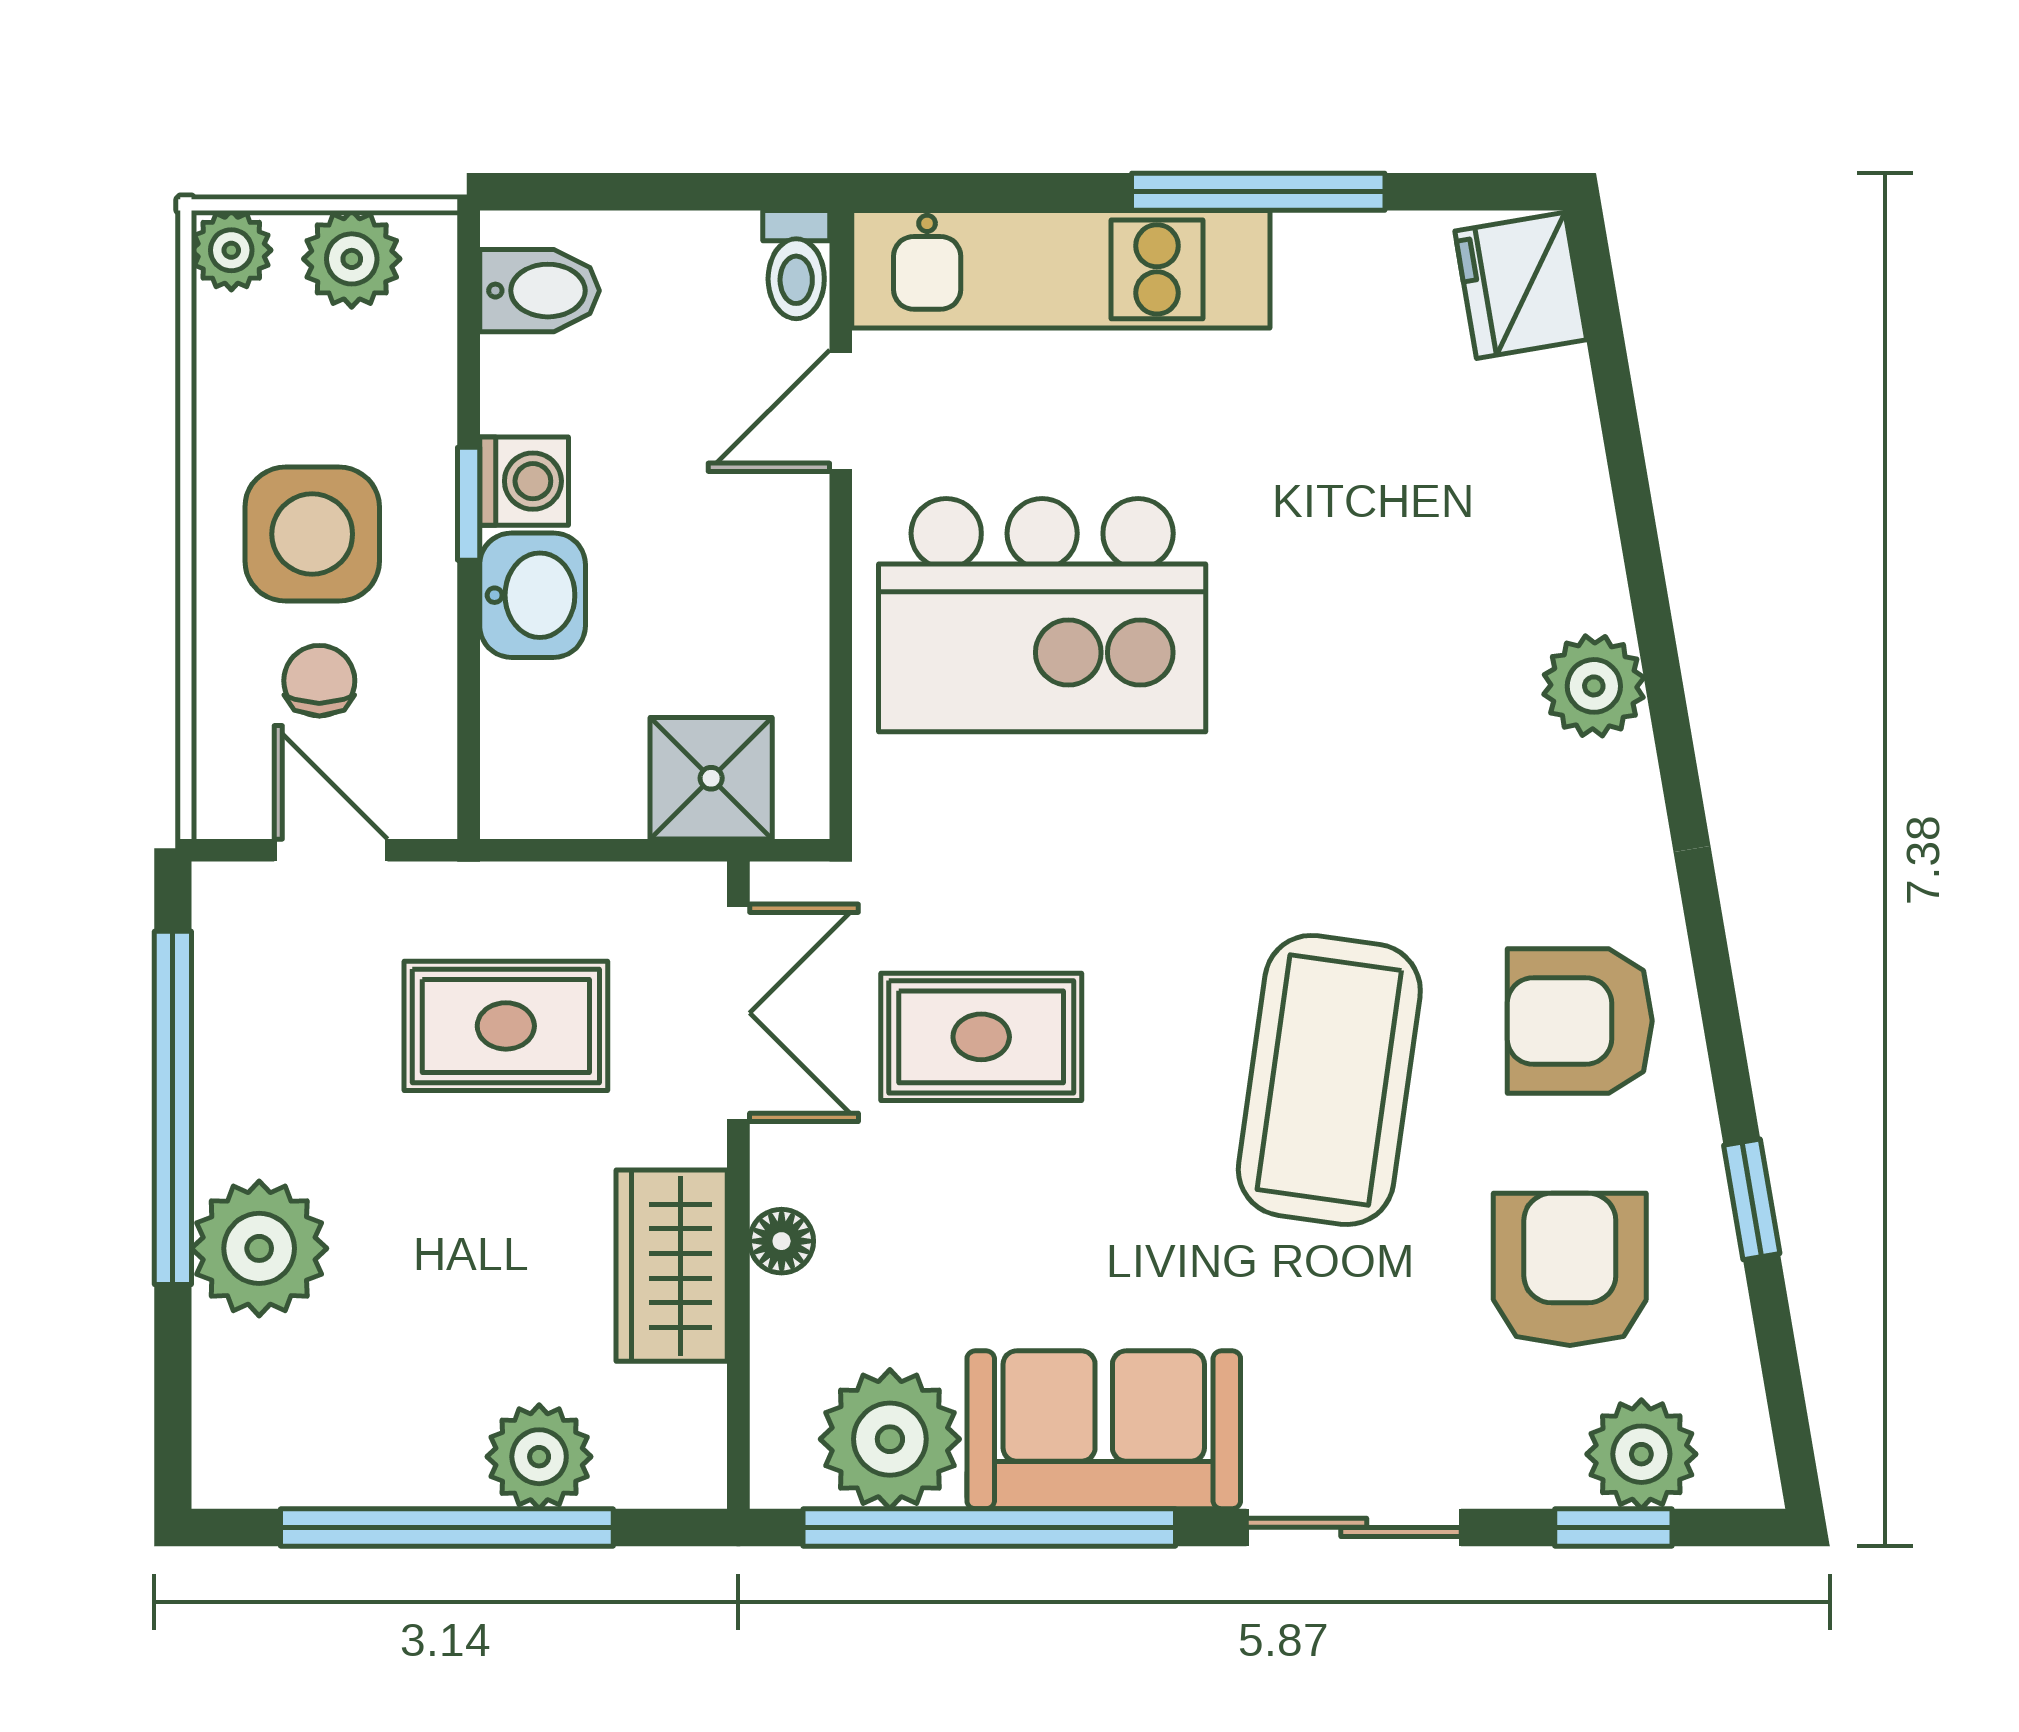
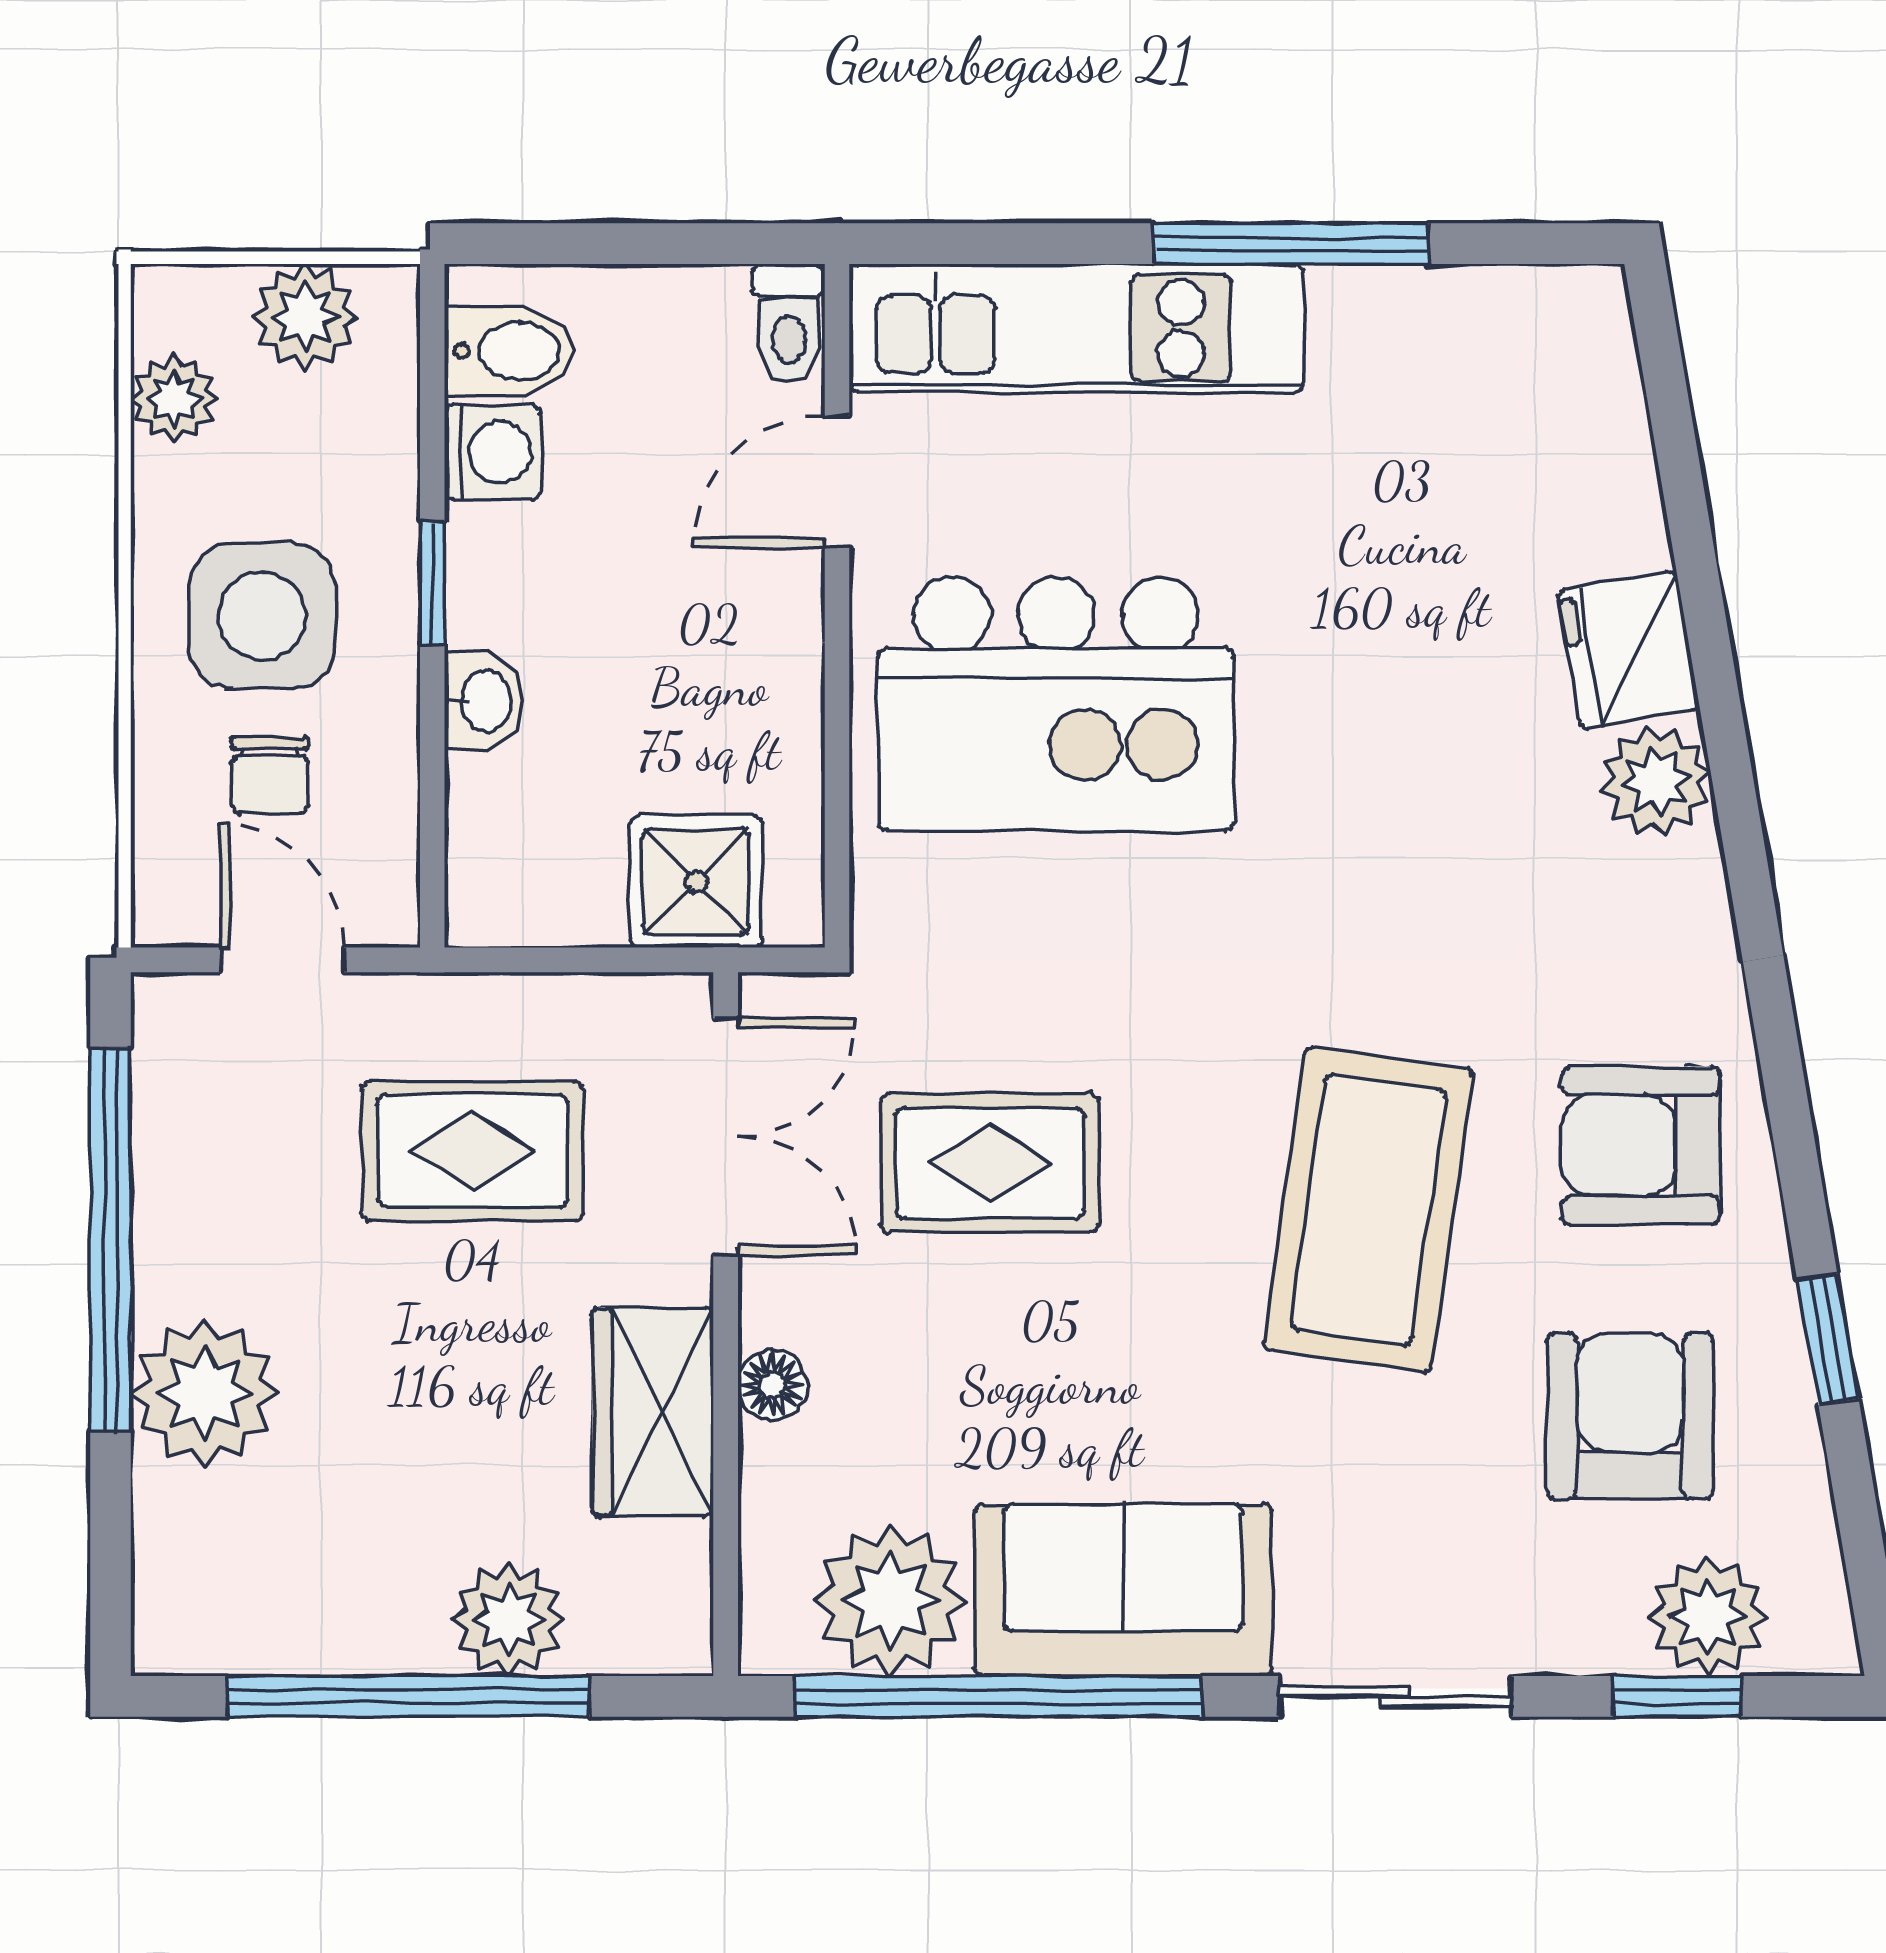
plant: (231, 250) -> (174, 399), moved
fridge: (1521, 285) -> (1628, 650), moved
washing machine: (524, 481) -> (493, 452), moved
washbasin: (533, 595) -> (484, 701), width x0.72, depth x0.69
chair: (319, 681) -> (270, 775), turned 180

